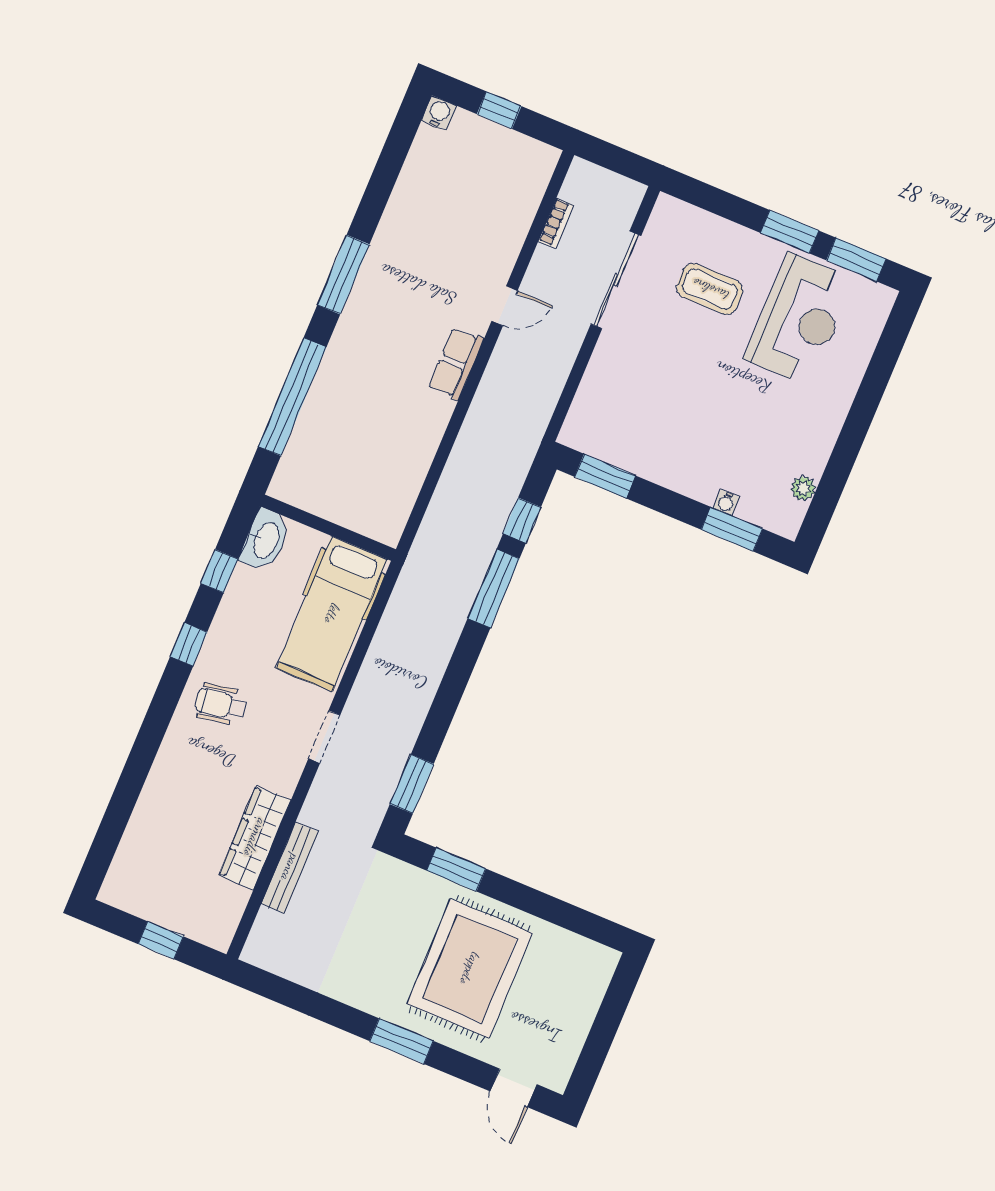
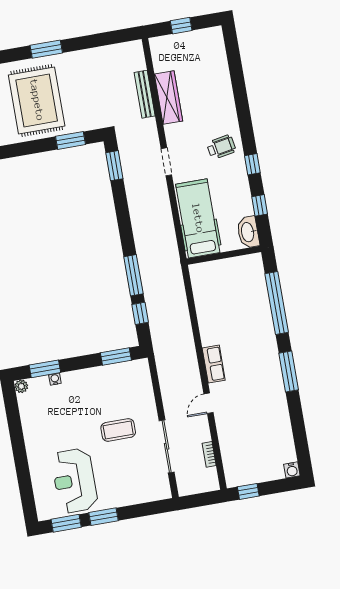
window: (499, 110) -> (248, 491), moved
coffee table: (710, 289) -> (118, 430), moved
plant: (803, 488) -> (21, 386), moved

